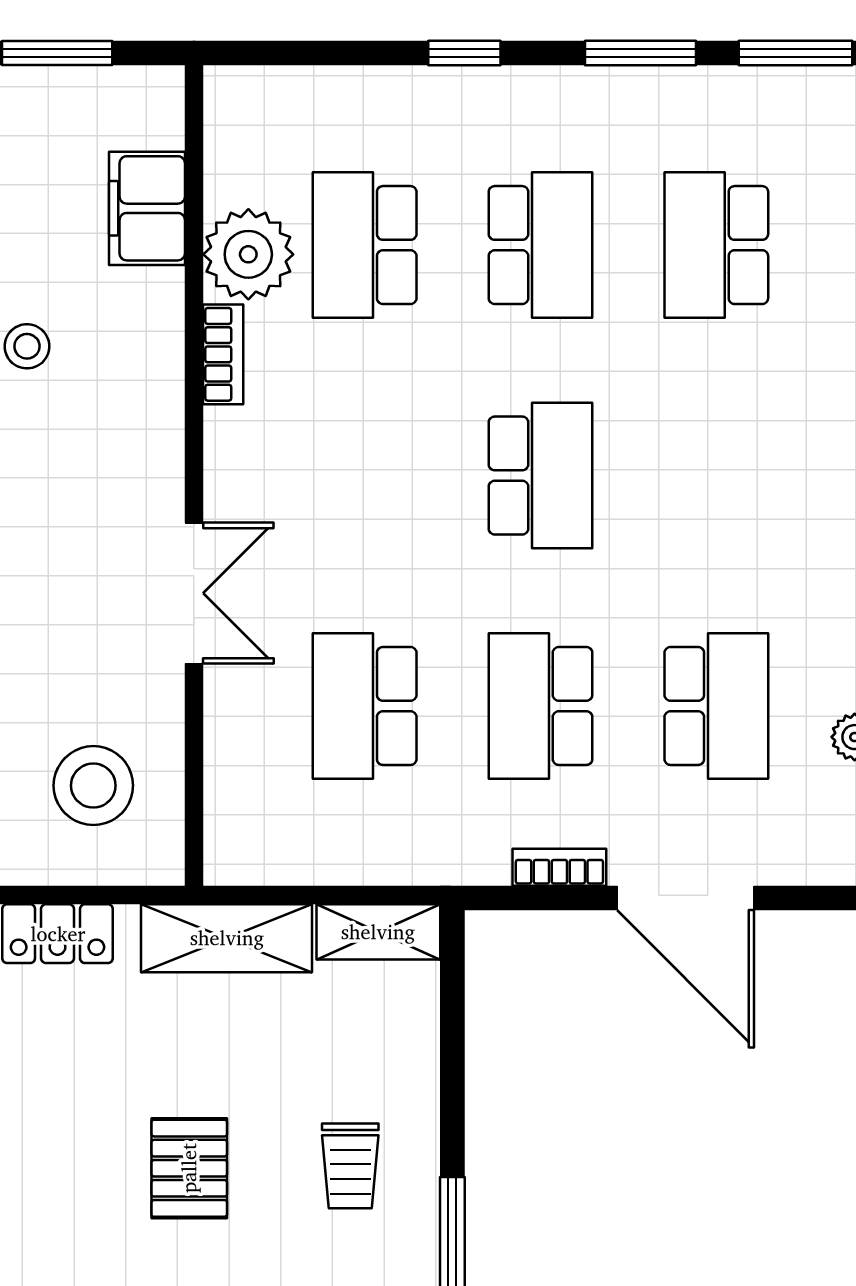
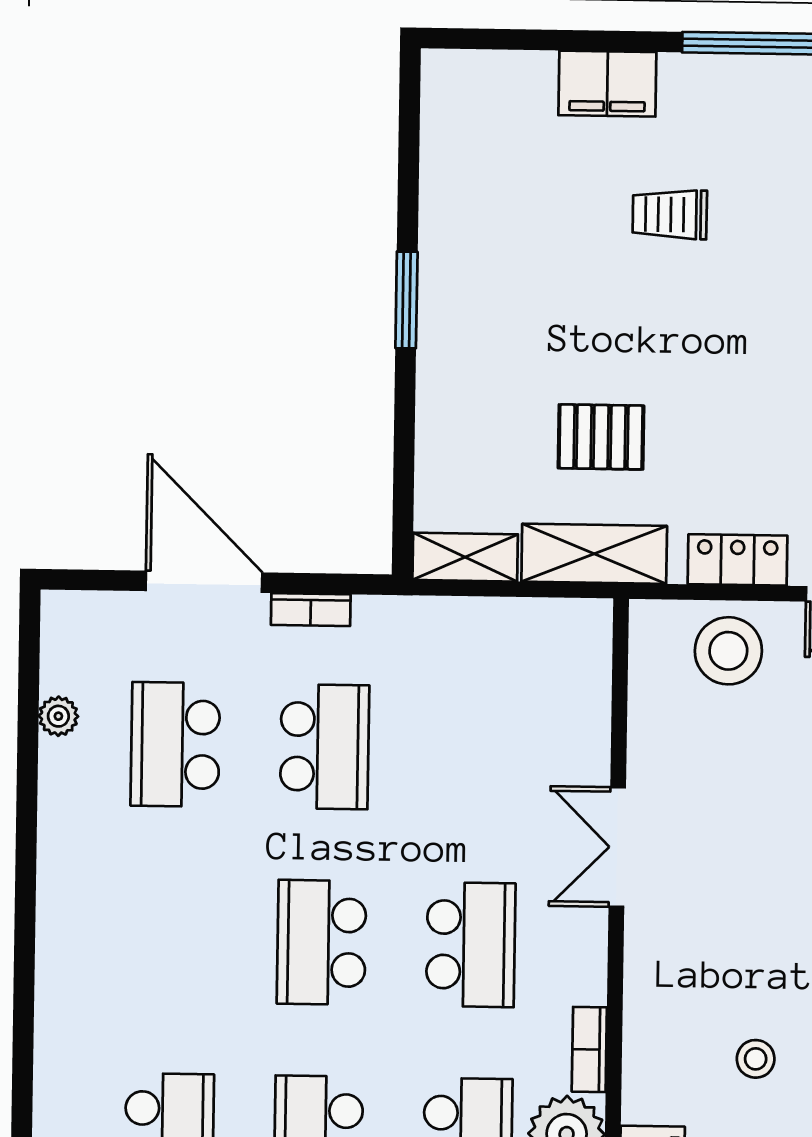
school desk: (365, 706) -> (471, 945), moved
stool: (93, 786) -> (728, 651), moved
trolley: (350, 1166) -> (492, 359), removed
pallet: (189, 1168) -> (601, 437), moved, turned 90

